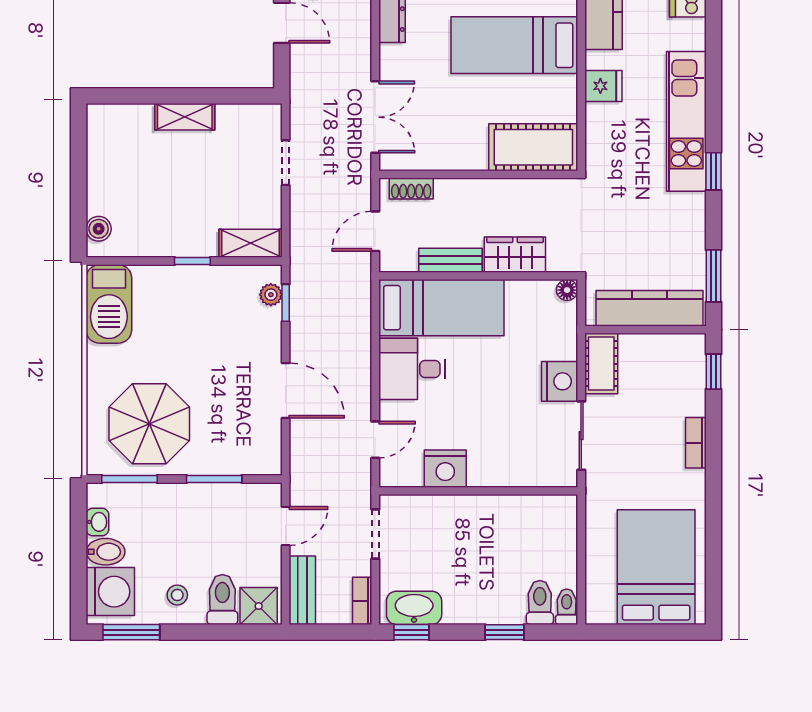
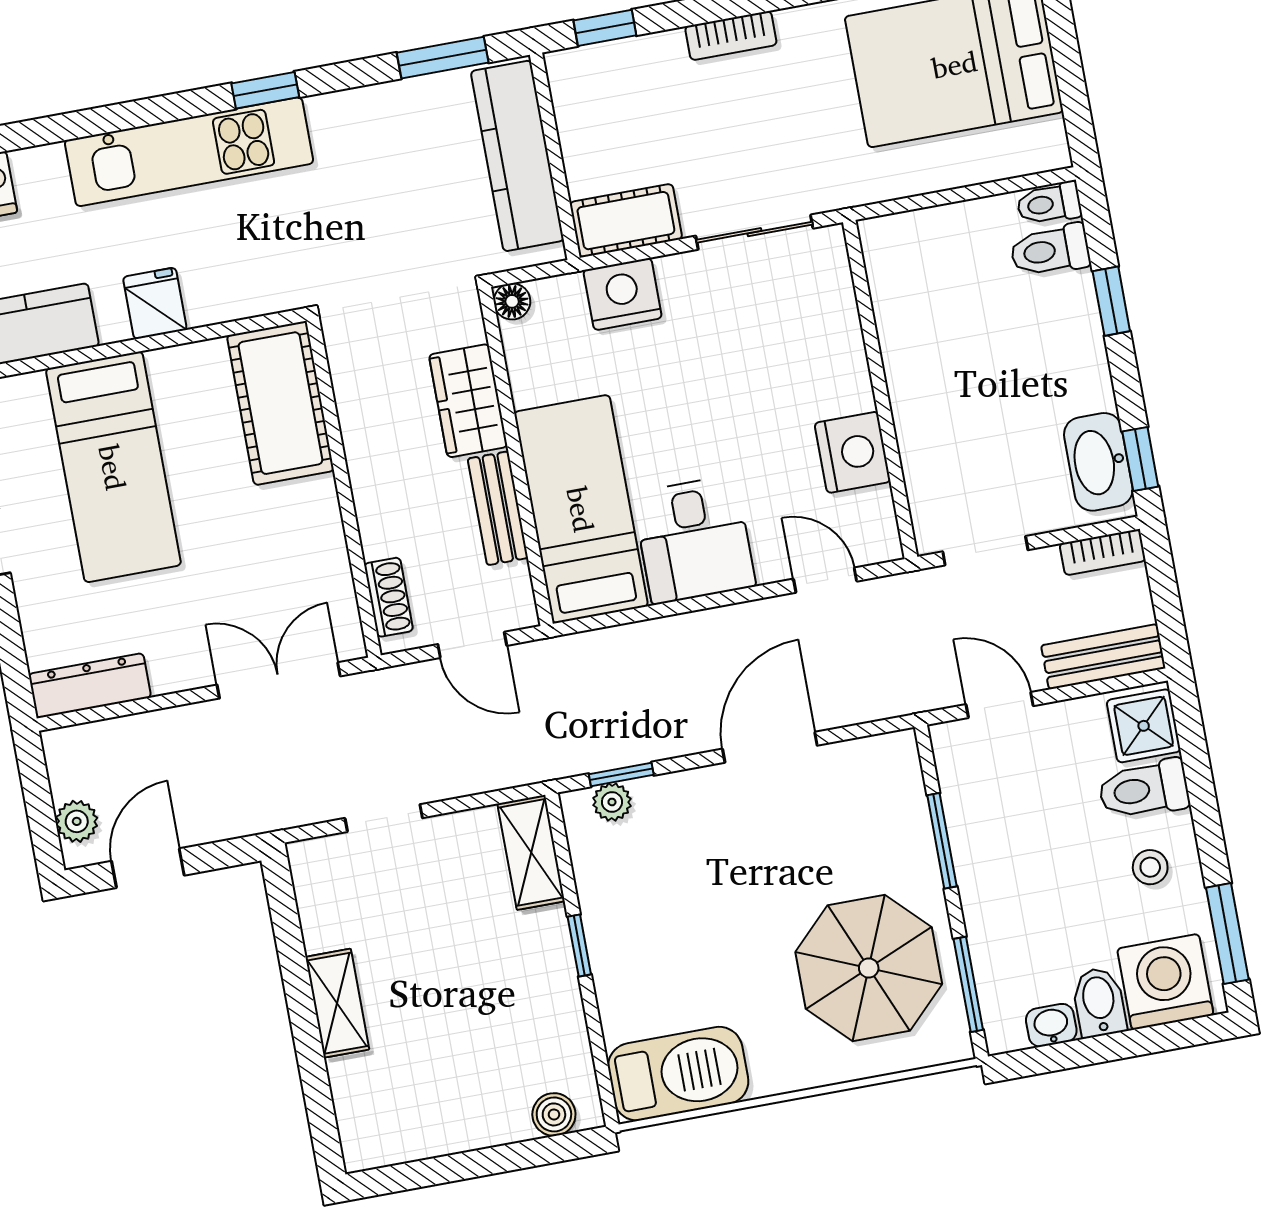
nightstand: (560, 381) -> (623, 294), moved

